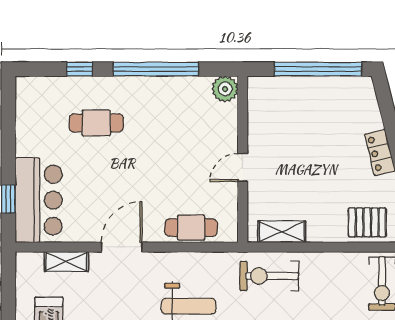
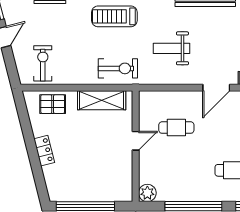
cafe table: (191, 227) -> (176, 128), moved
shelving: (282, 232) -> (102, 100), width x1.50, depth x1.33

